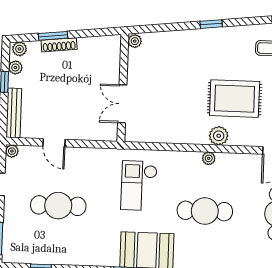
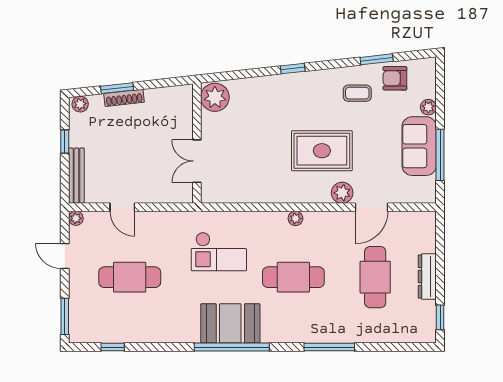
plant: (135, 41) -> (215, 97), width x1.88, depth x1.88
plant: (15, 67) -> (76, 125), removed
plant: (219, 136) -> (342, 193), moved
checkout: (139, 186) -> (219, 252), turned -90

